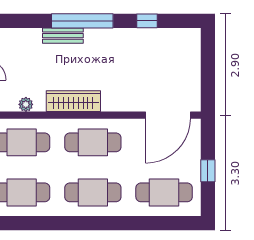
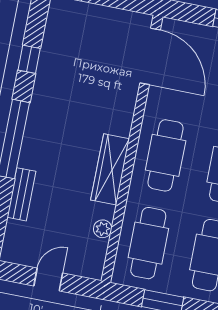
bench: (63, 36) -> (21, 194), moved

